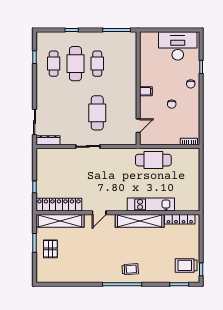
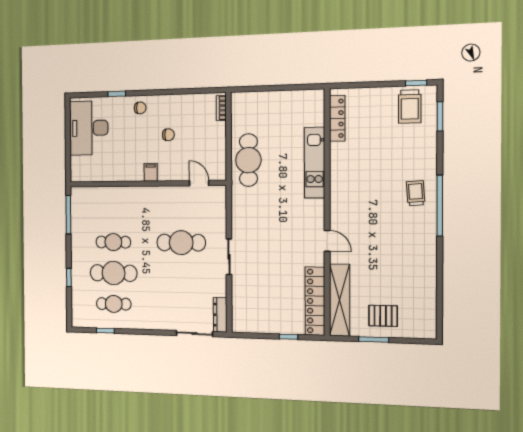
shelving: (140, 221) -> (340, 179), removed

